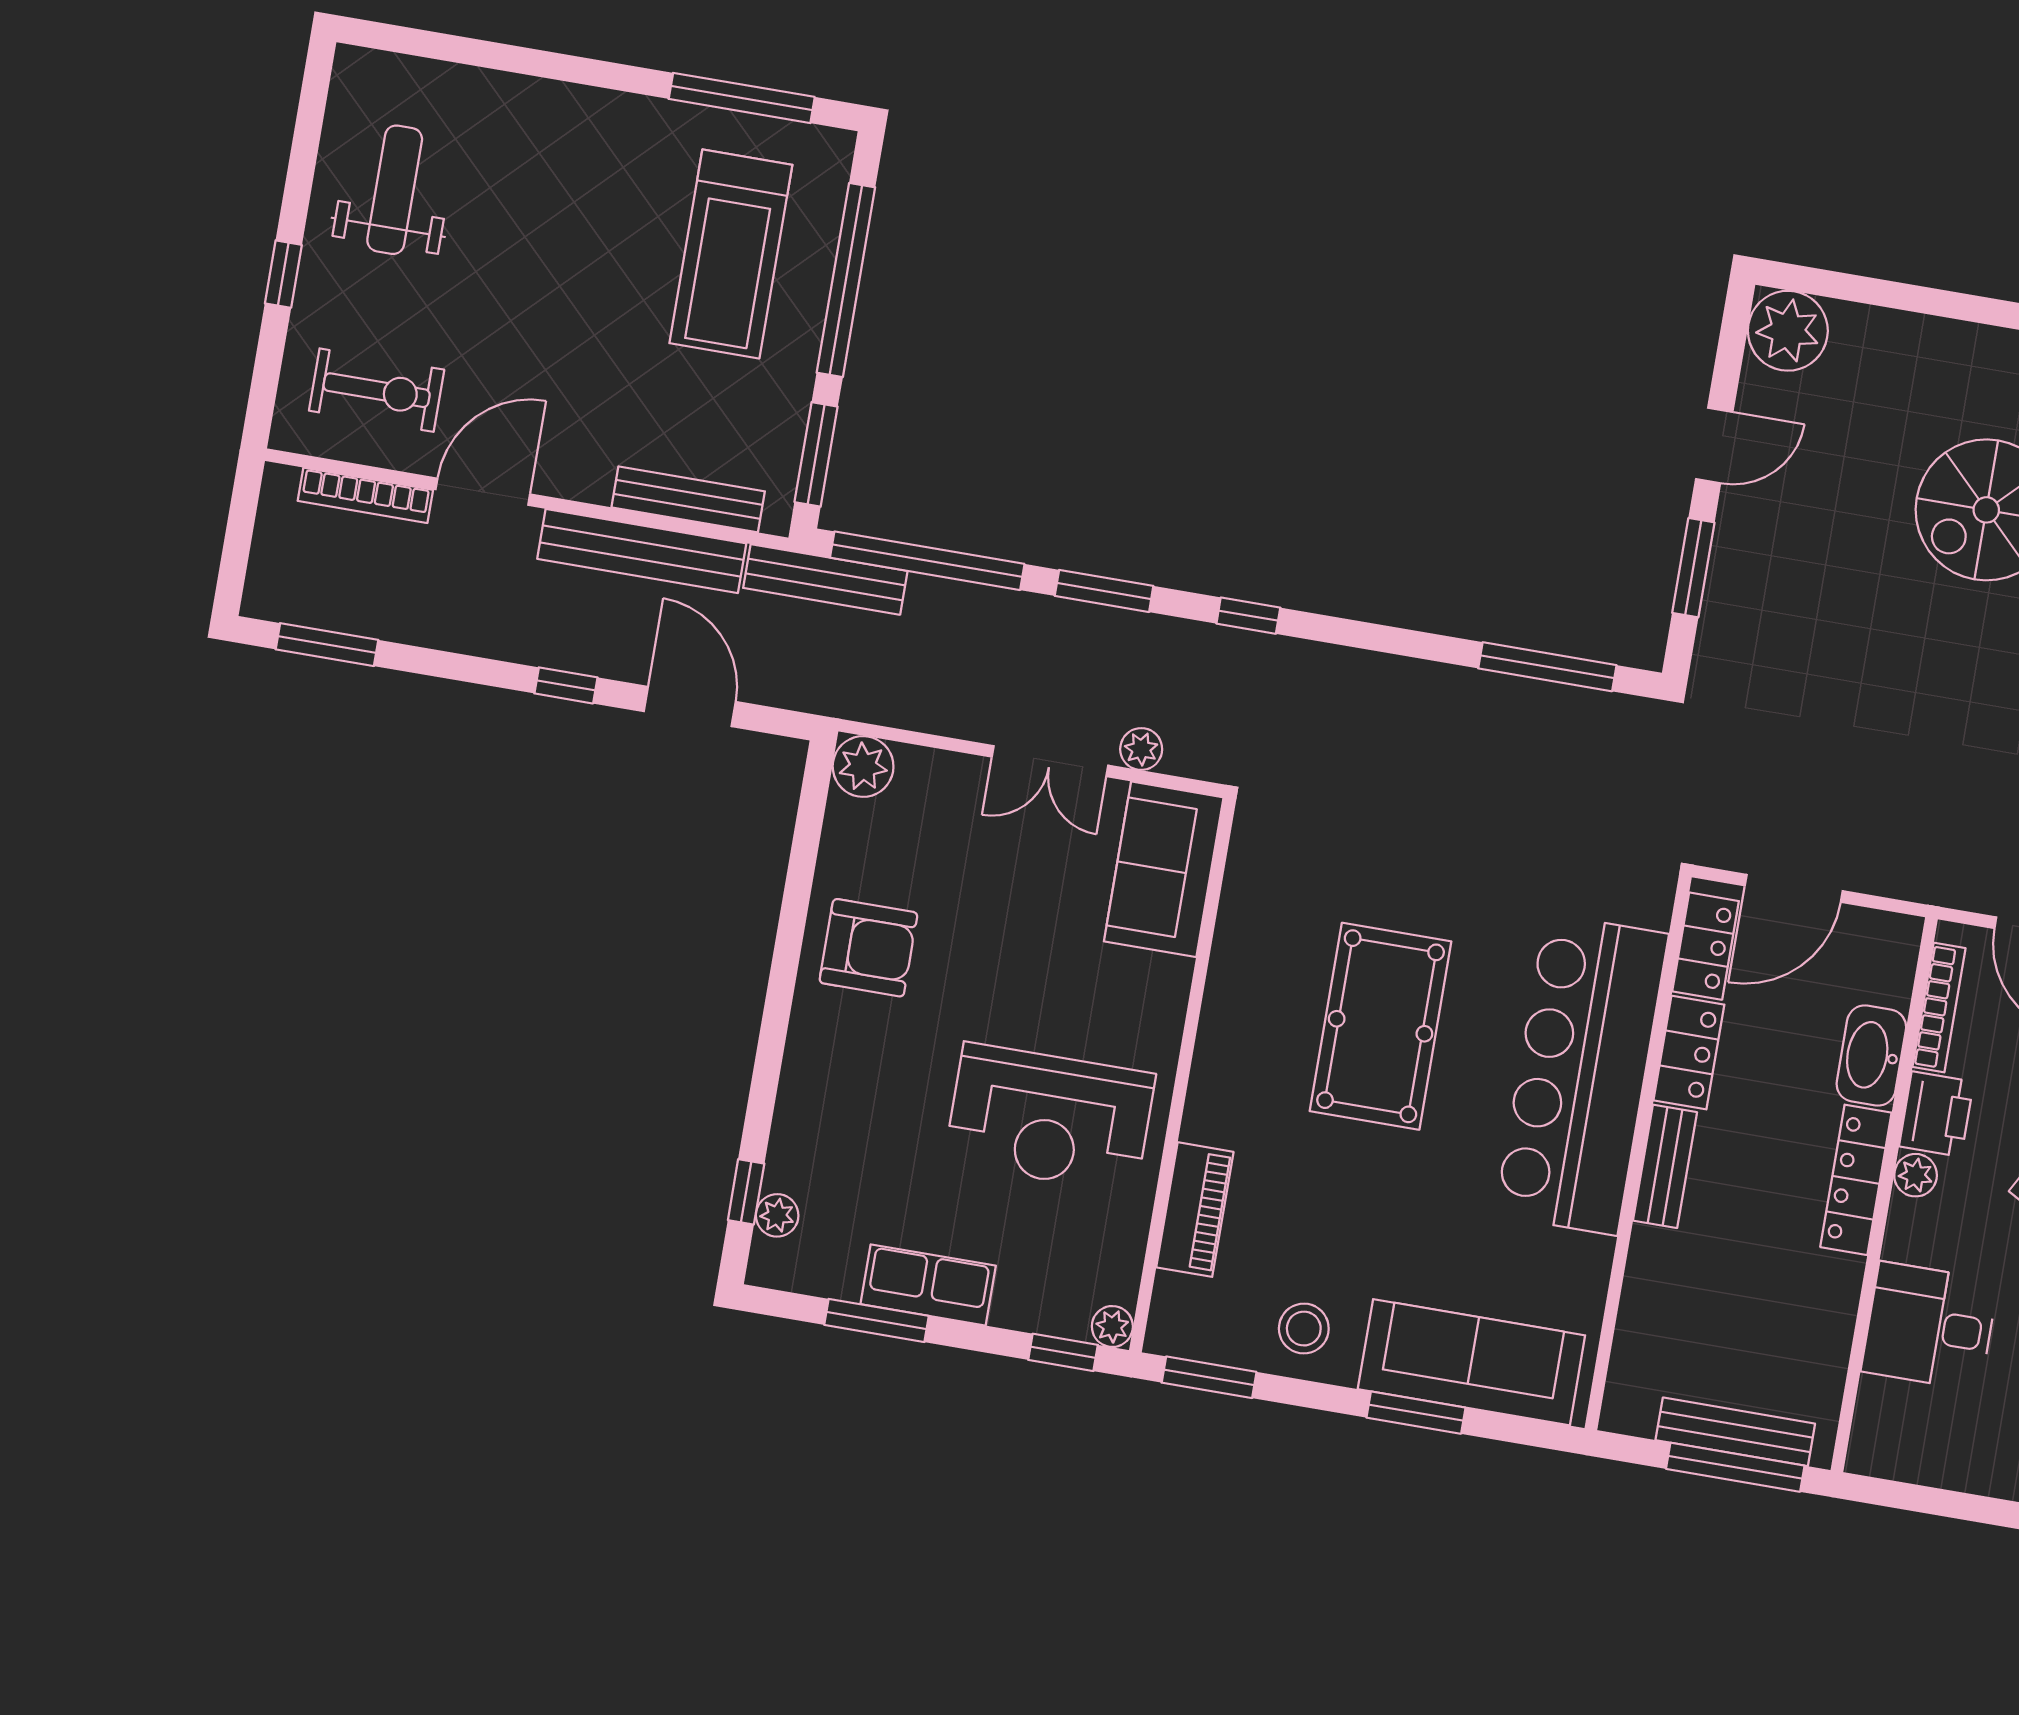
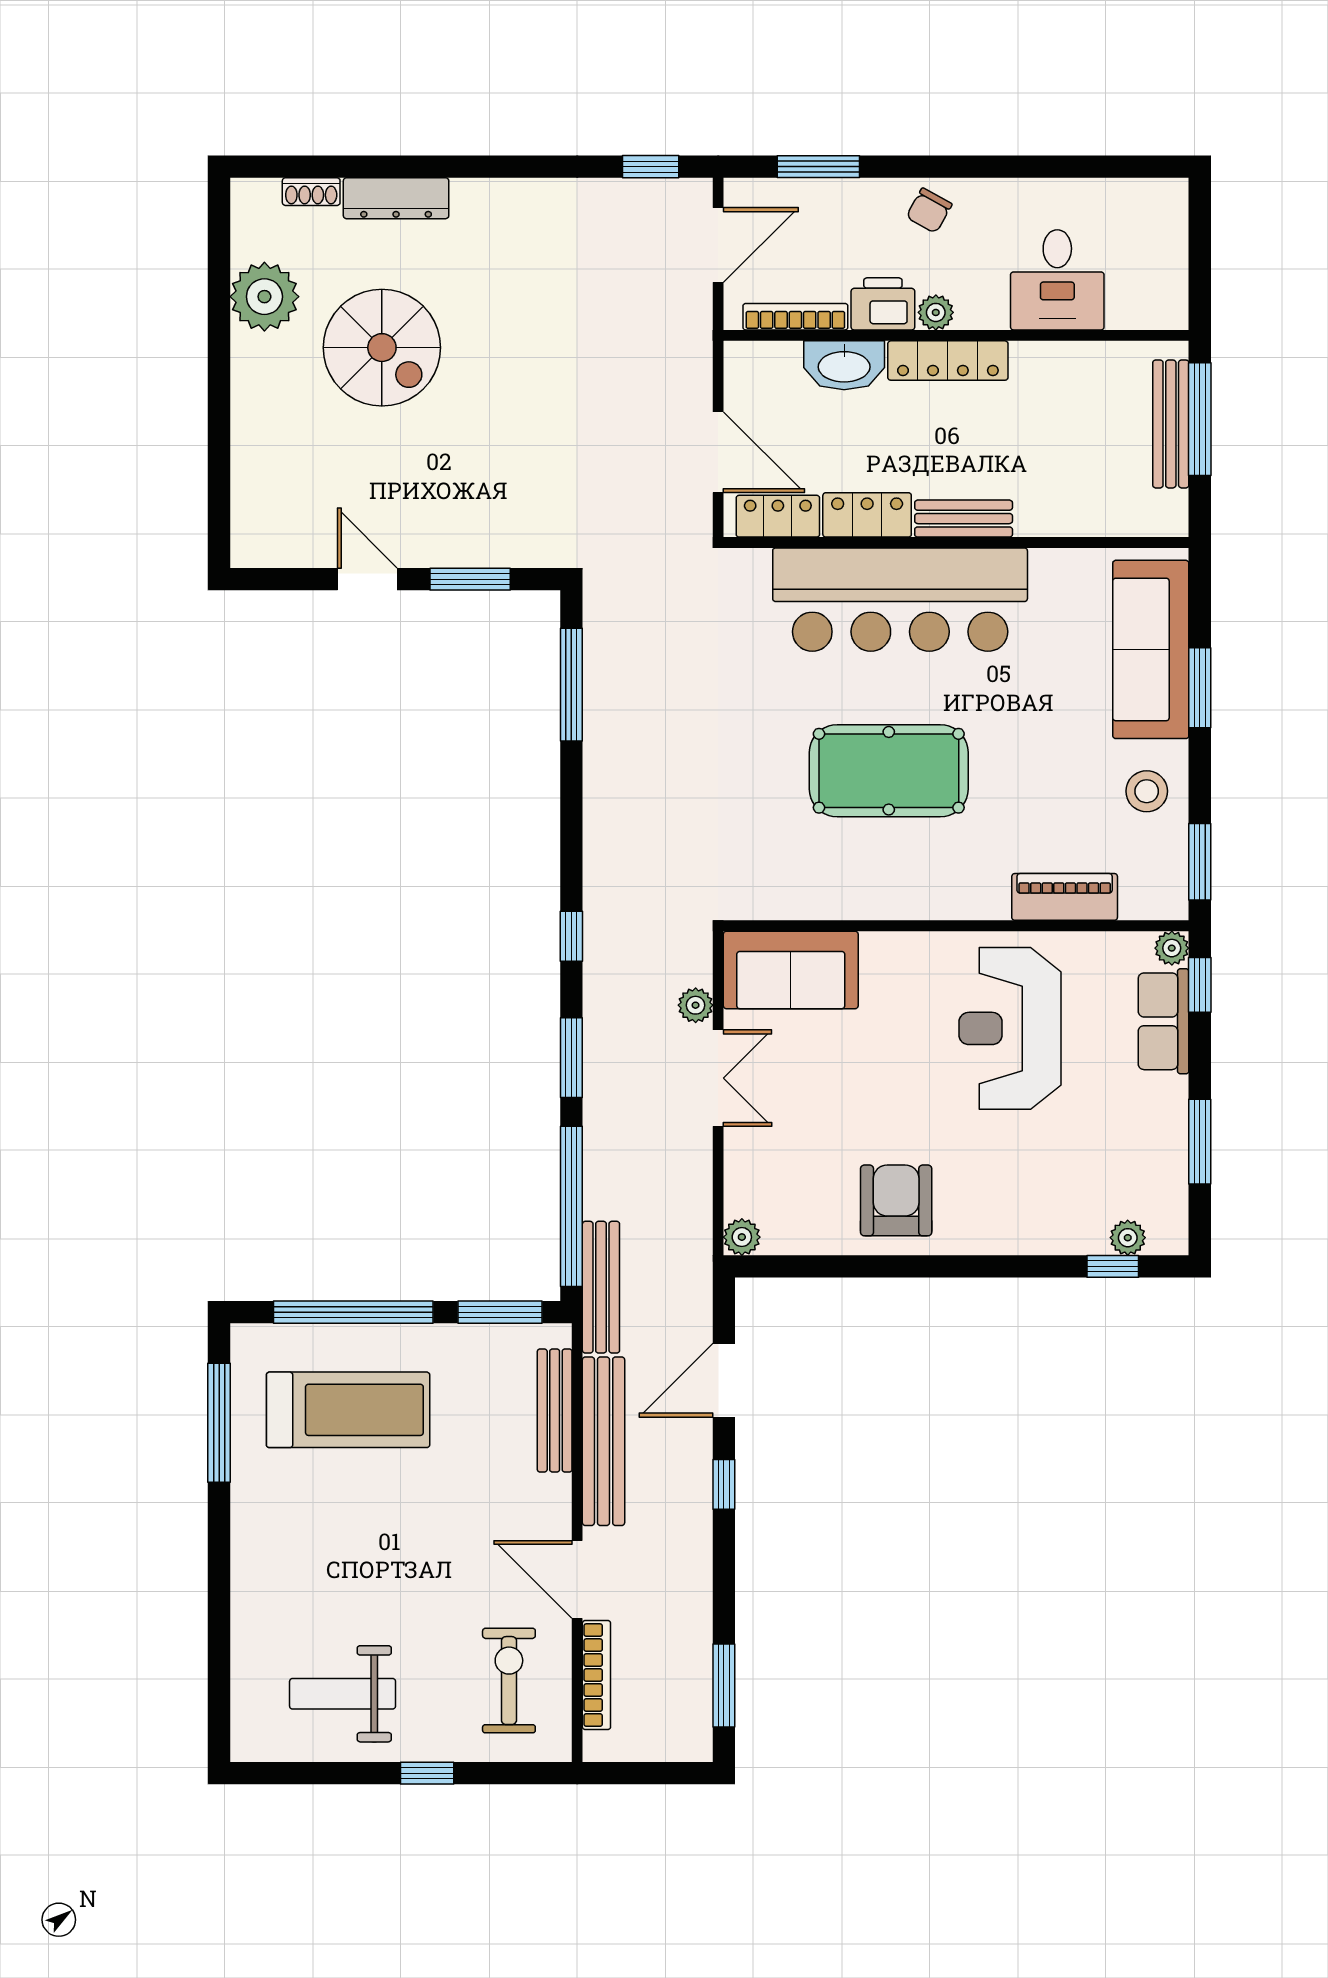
plant: (1788, 331) -> (263, 535), removed
plant: (863, 766) -> (742, 1237), width x0.73, depth x0.73
reception desk: (1050, 1118) -> (1010, 1028), turned 180
row of seats: (928, 1285) -> (1164, 1021), moved

